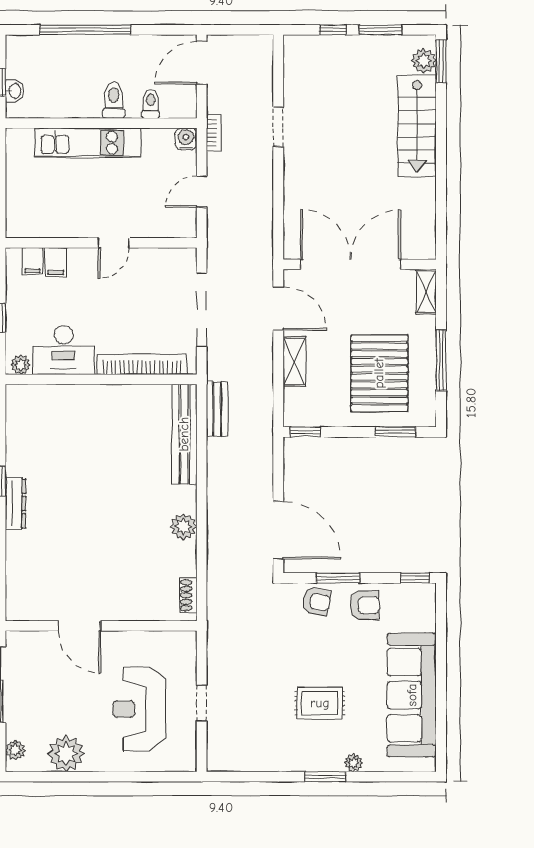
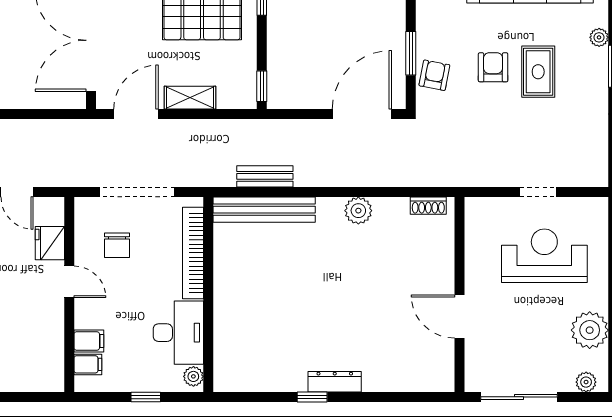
fridge: (151, 224) -> (50, 243), added
chair: (149, 290) -> (117, 245), added
bench: (217, 409) -> (265, 176), moved
armchair: (365, 605) -> (493, 67), moved
door: (80, 626) -> (459, 316), swing flipped
reception desk: (139, 709) -> (544, 256), turned 180

